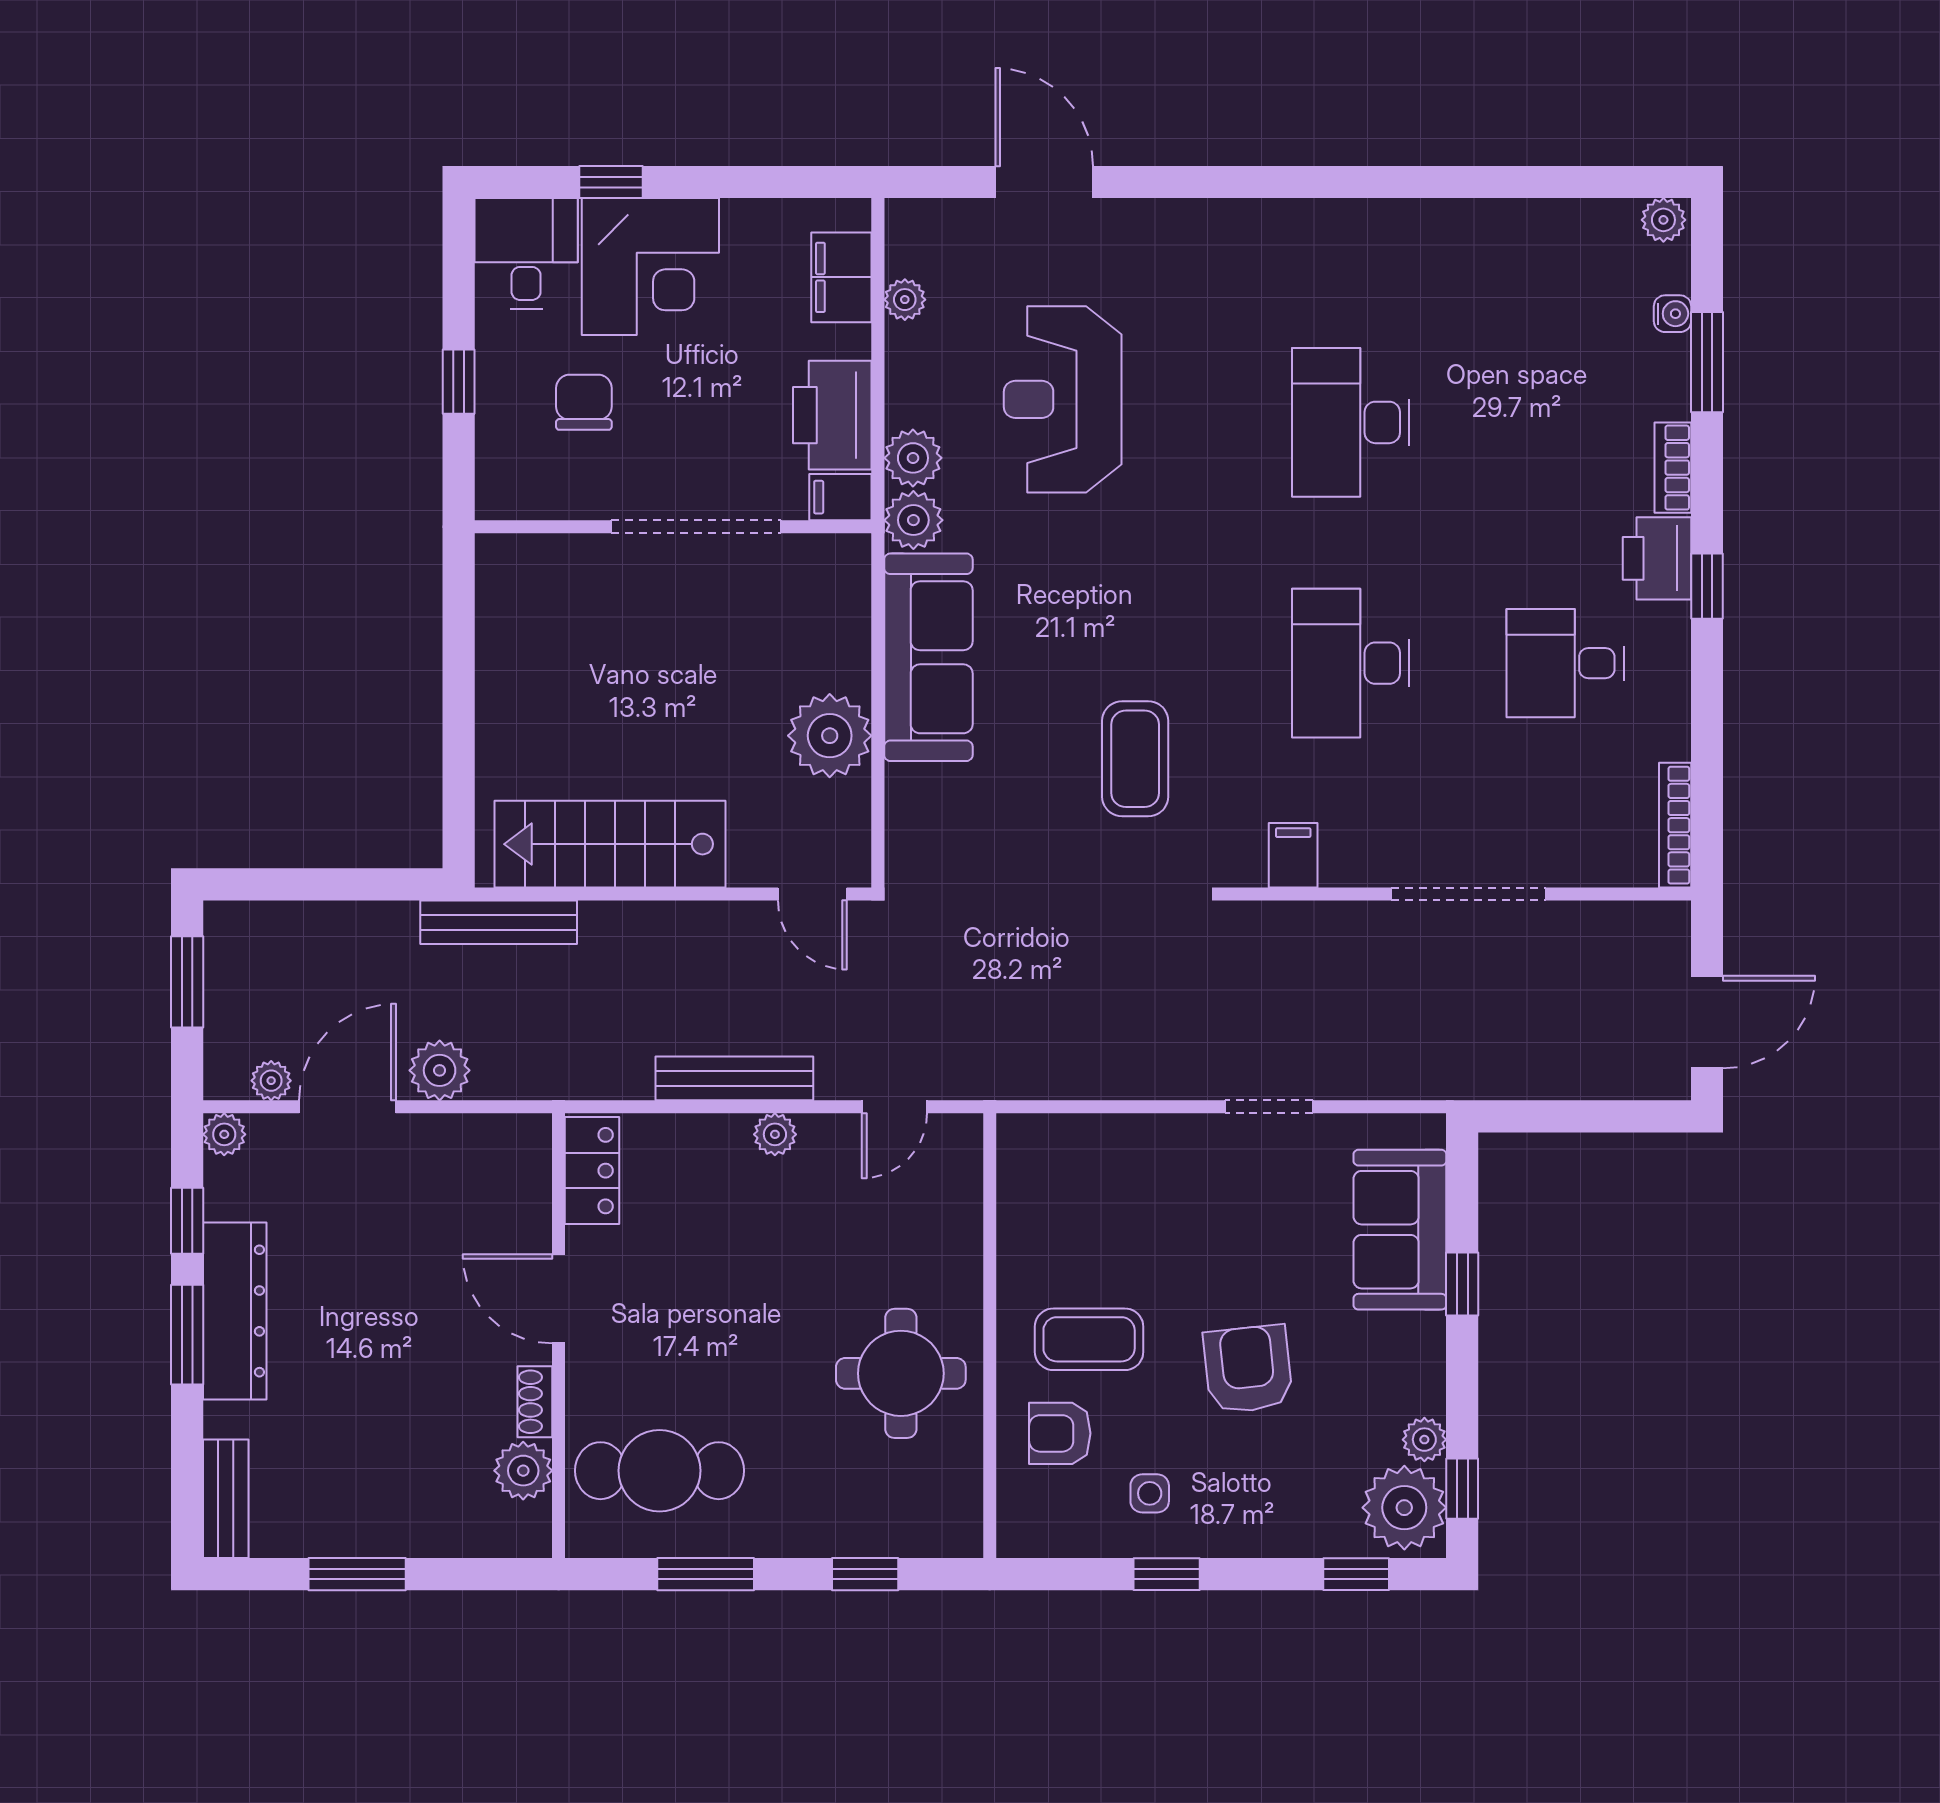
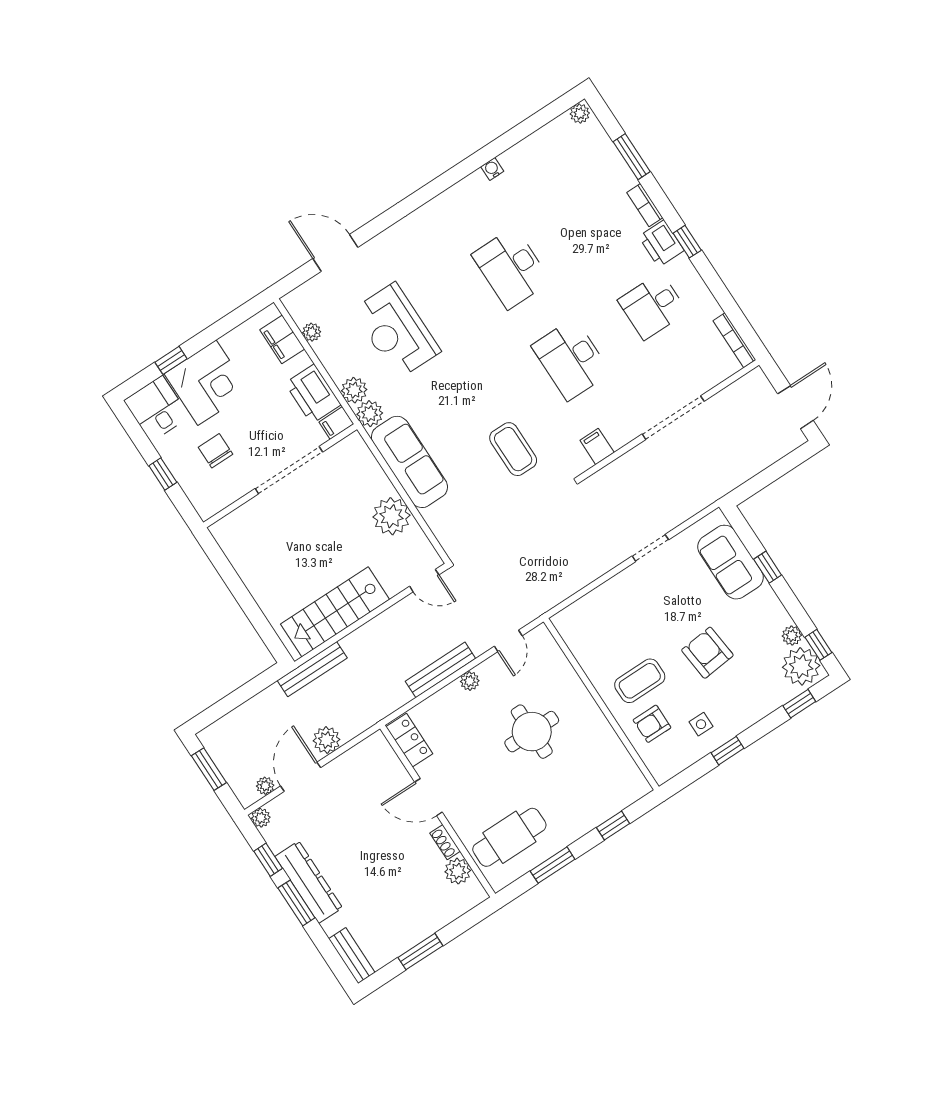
water cooler: (1672, 314) -> (492, 169), moved, turned -90
round table: (901, 1373) -> (532, 732), moved

